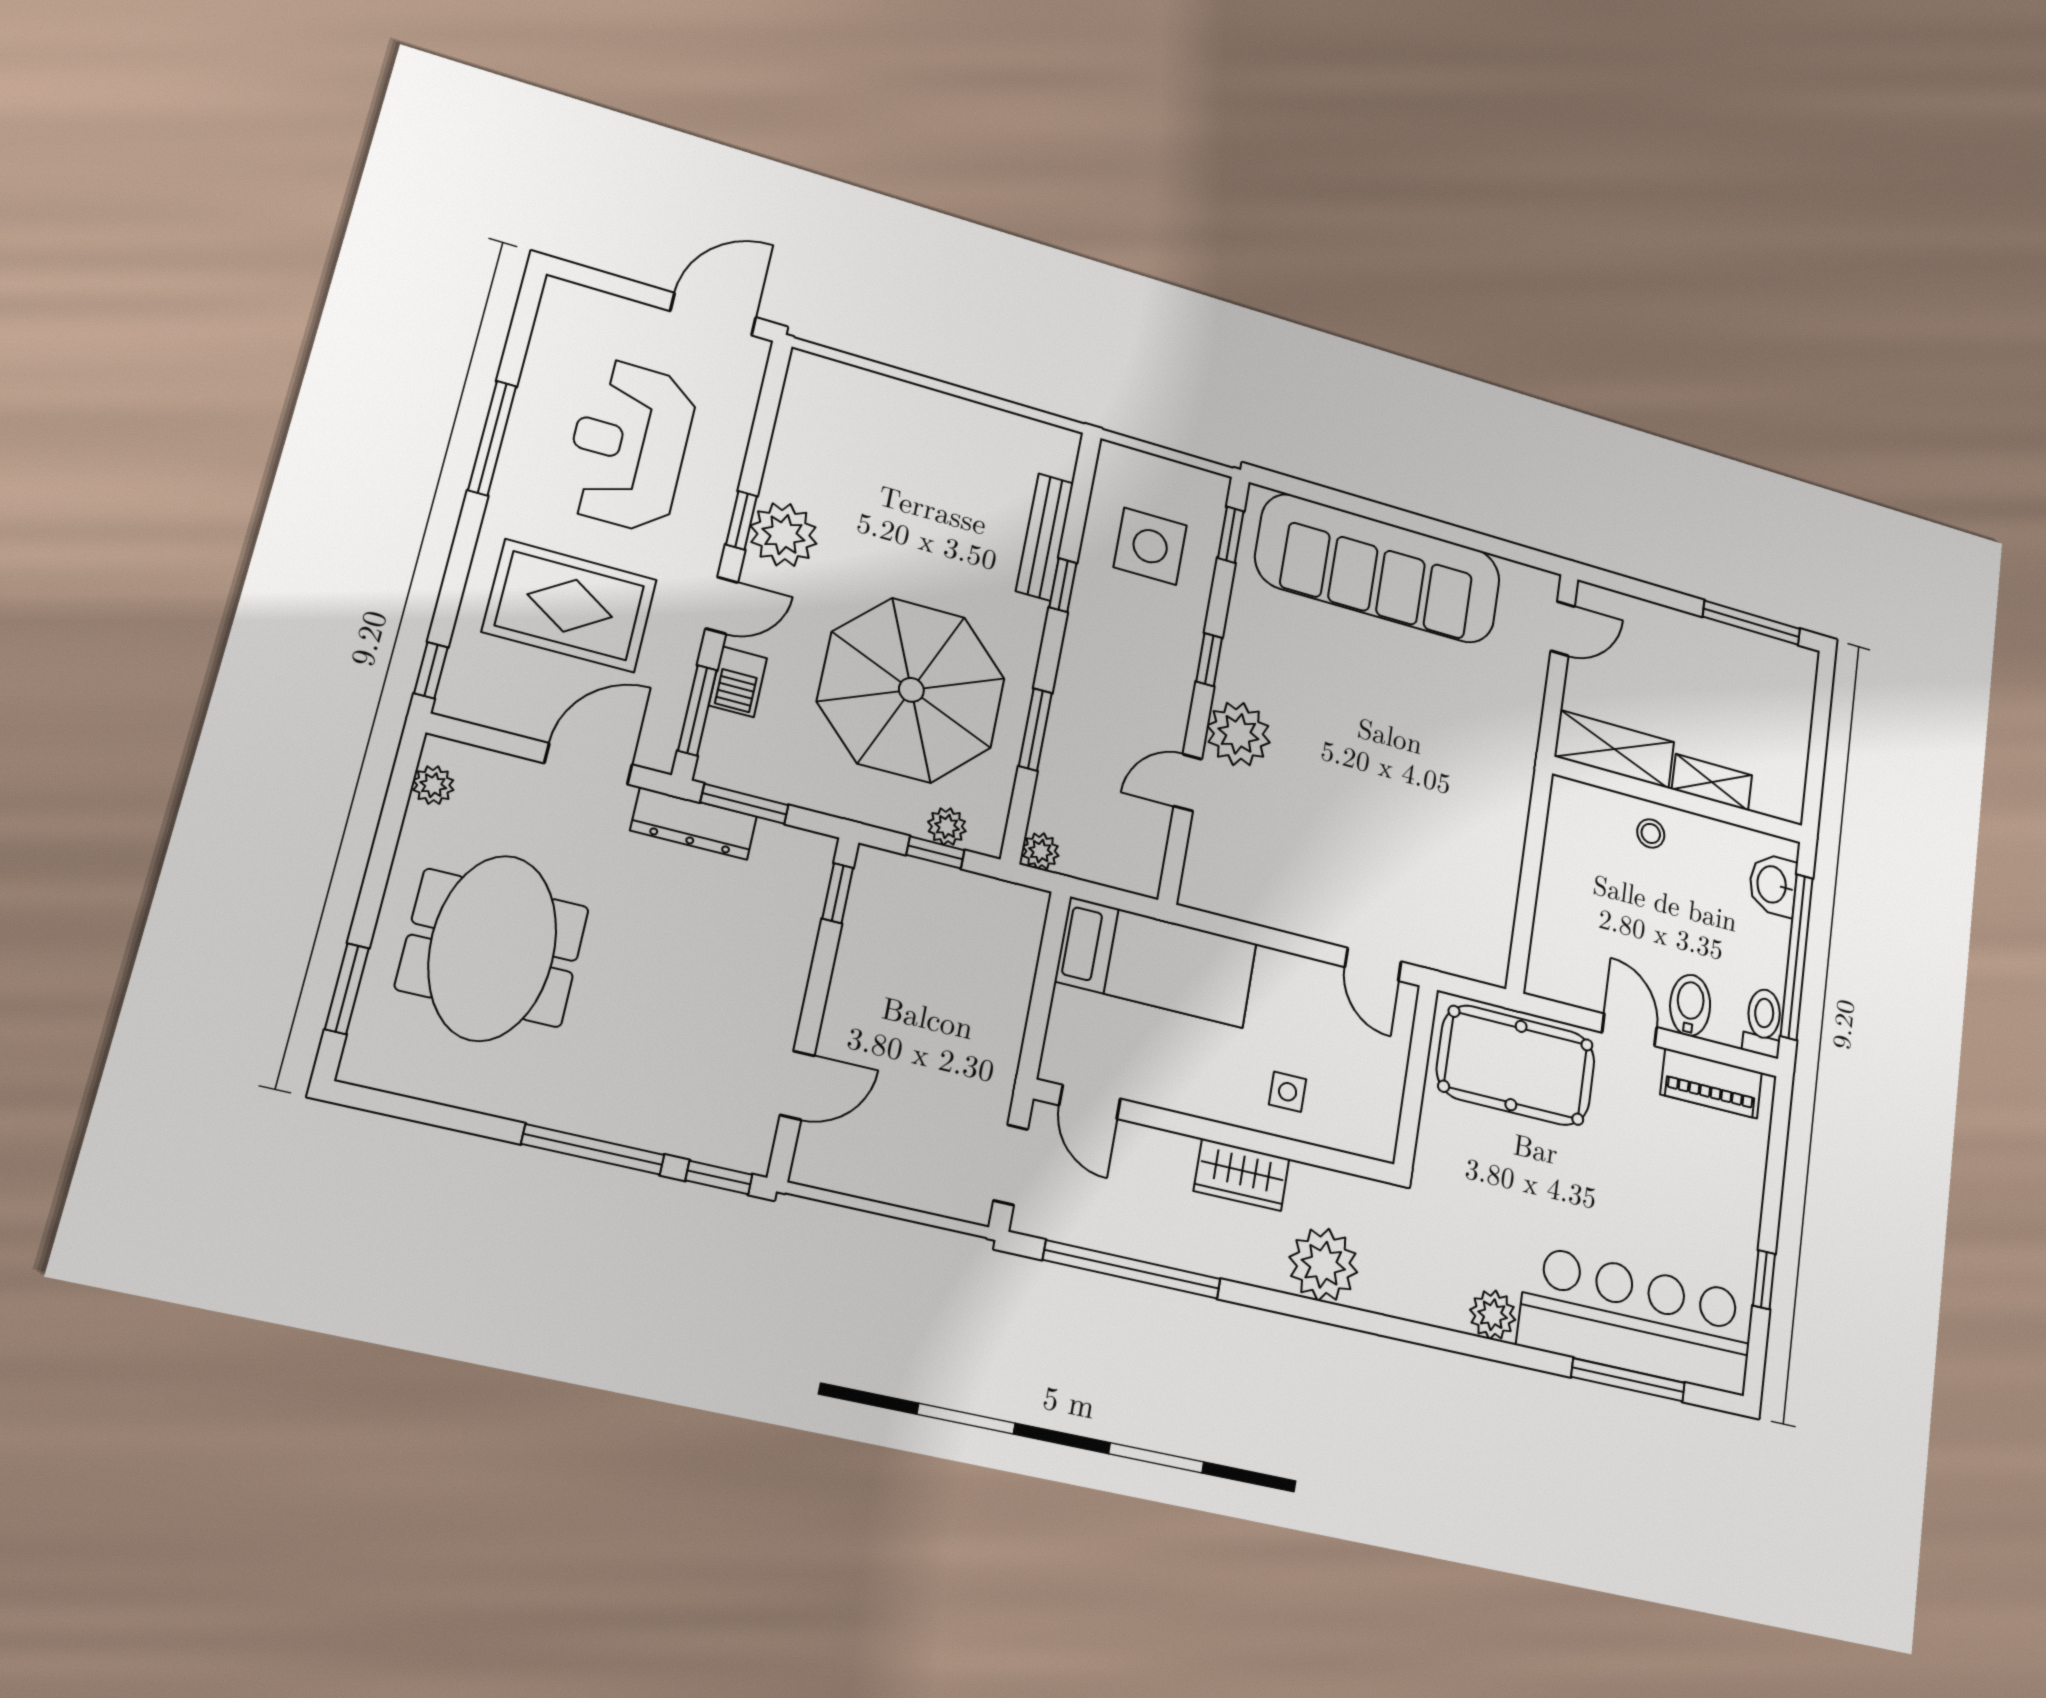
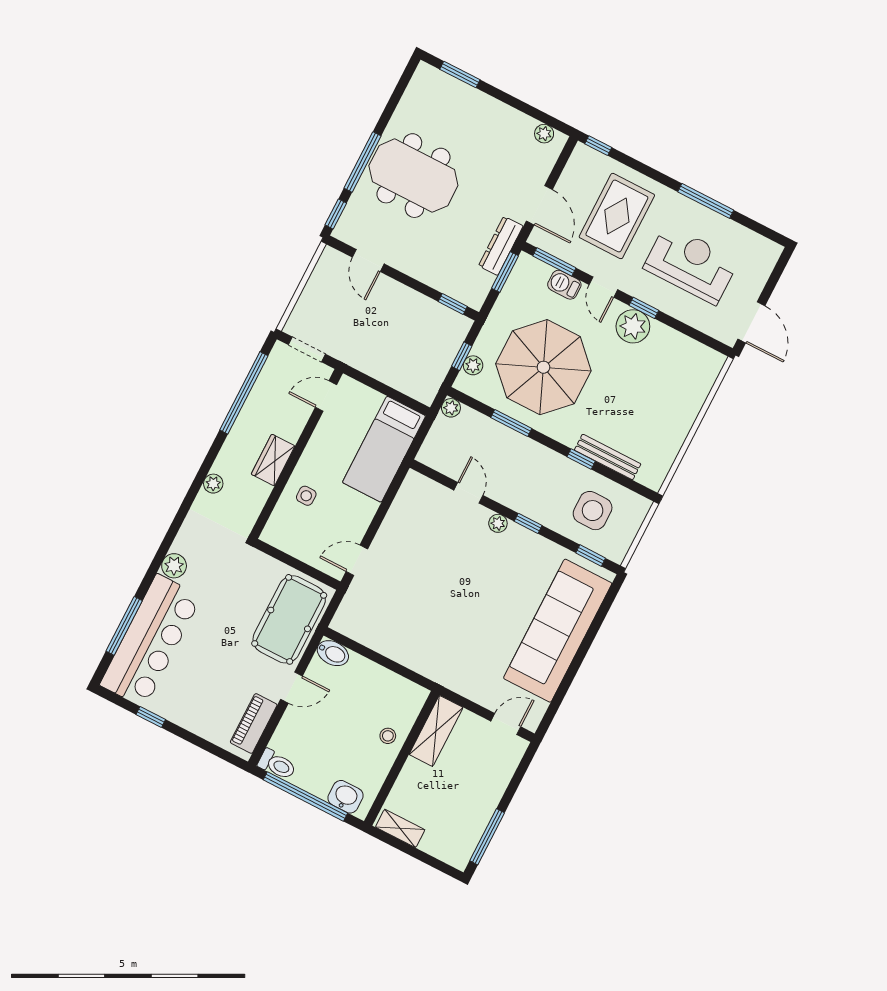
door: (1563, 629) -> (506, 724), swing flipped
plant: (1238, 734) -> (498, 523), width x0.53, depth x0.53
shelving: (1712, 782) -> (400, 828), moved, turned 90
meeting table: (493, 948) -> (413, 176), moved
bidet: (1690, 1005) -> (333, 653), moved
plant: (1323, 1265) -> (213, 484), width x0.53, depth x0.53

